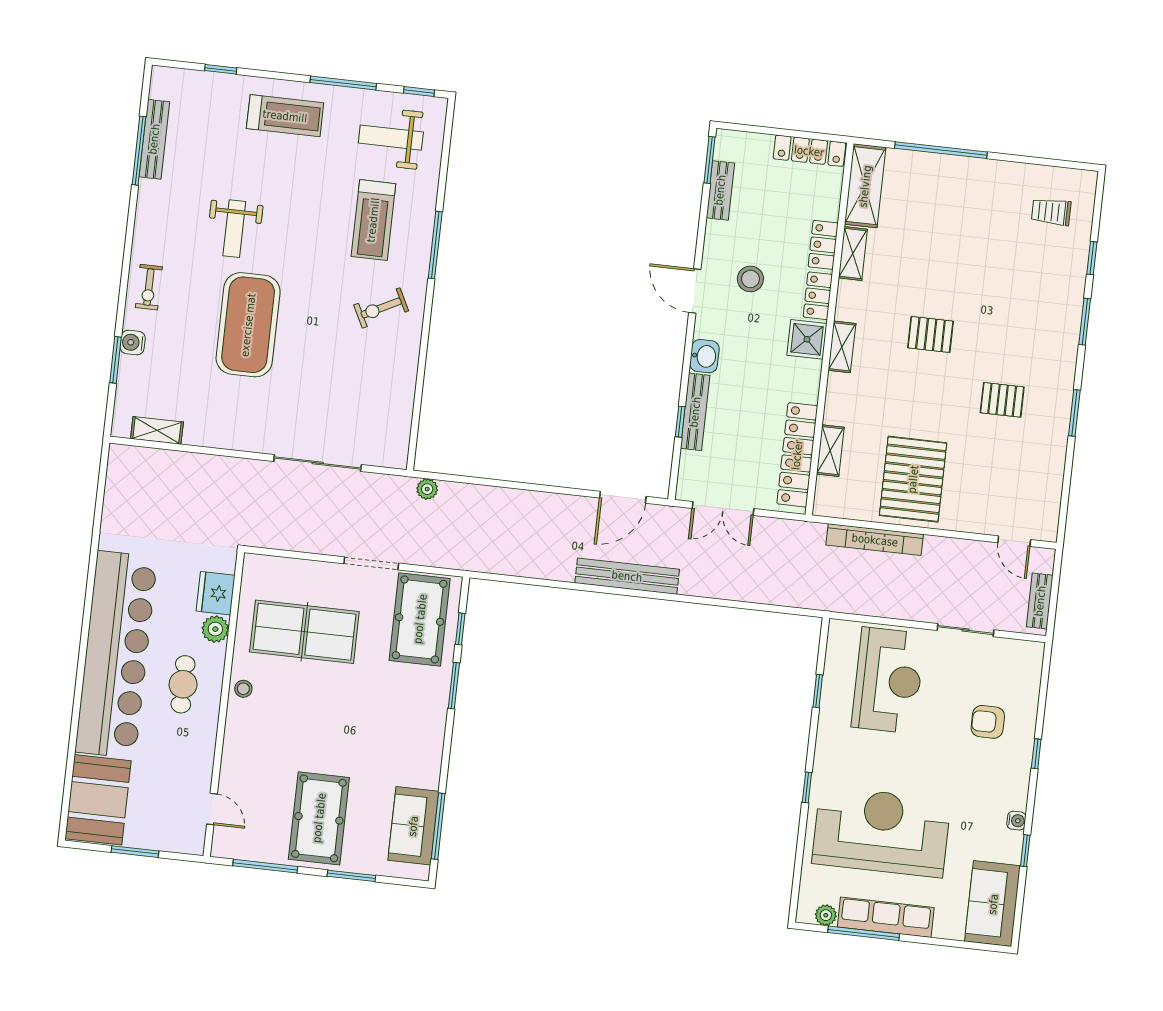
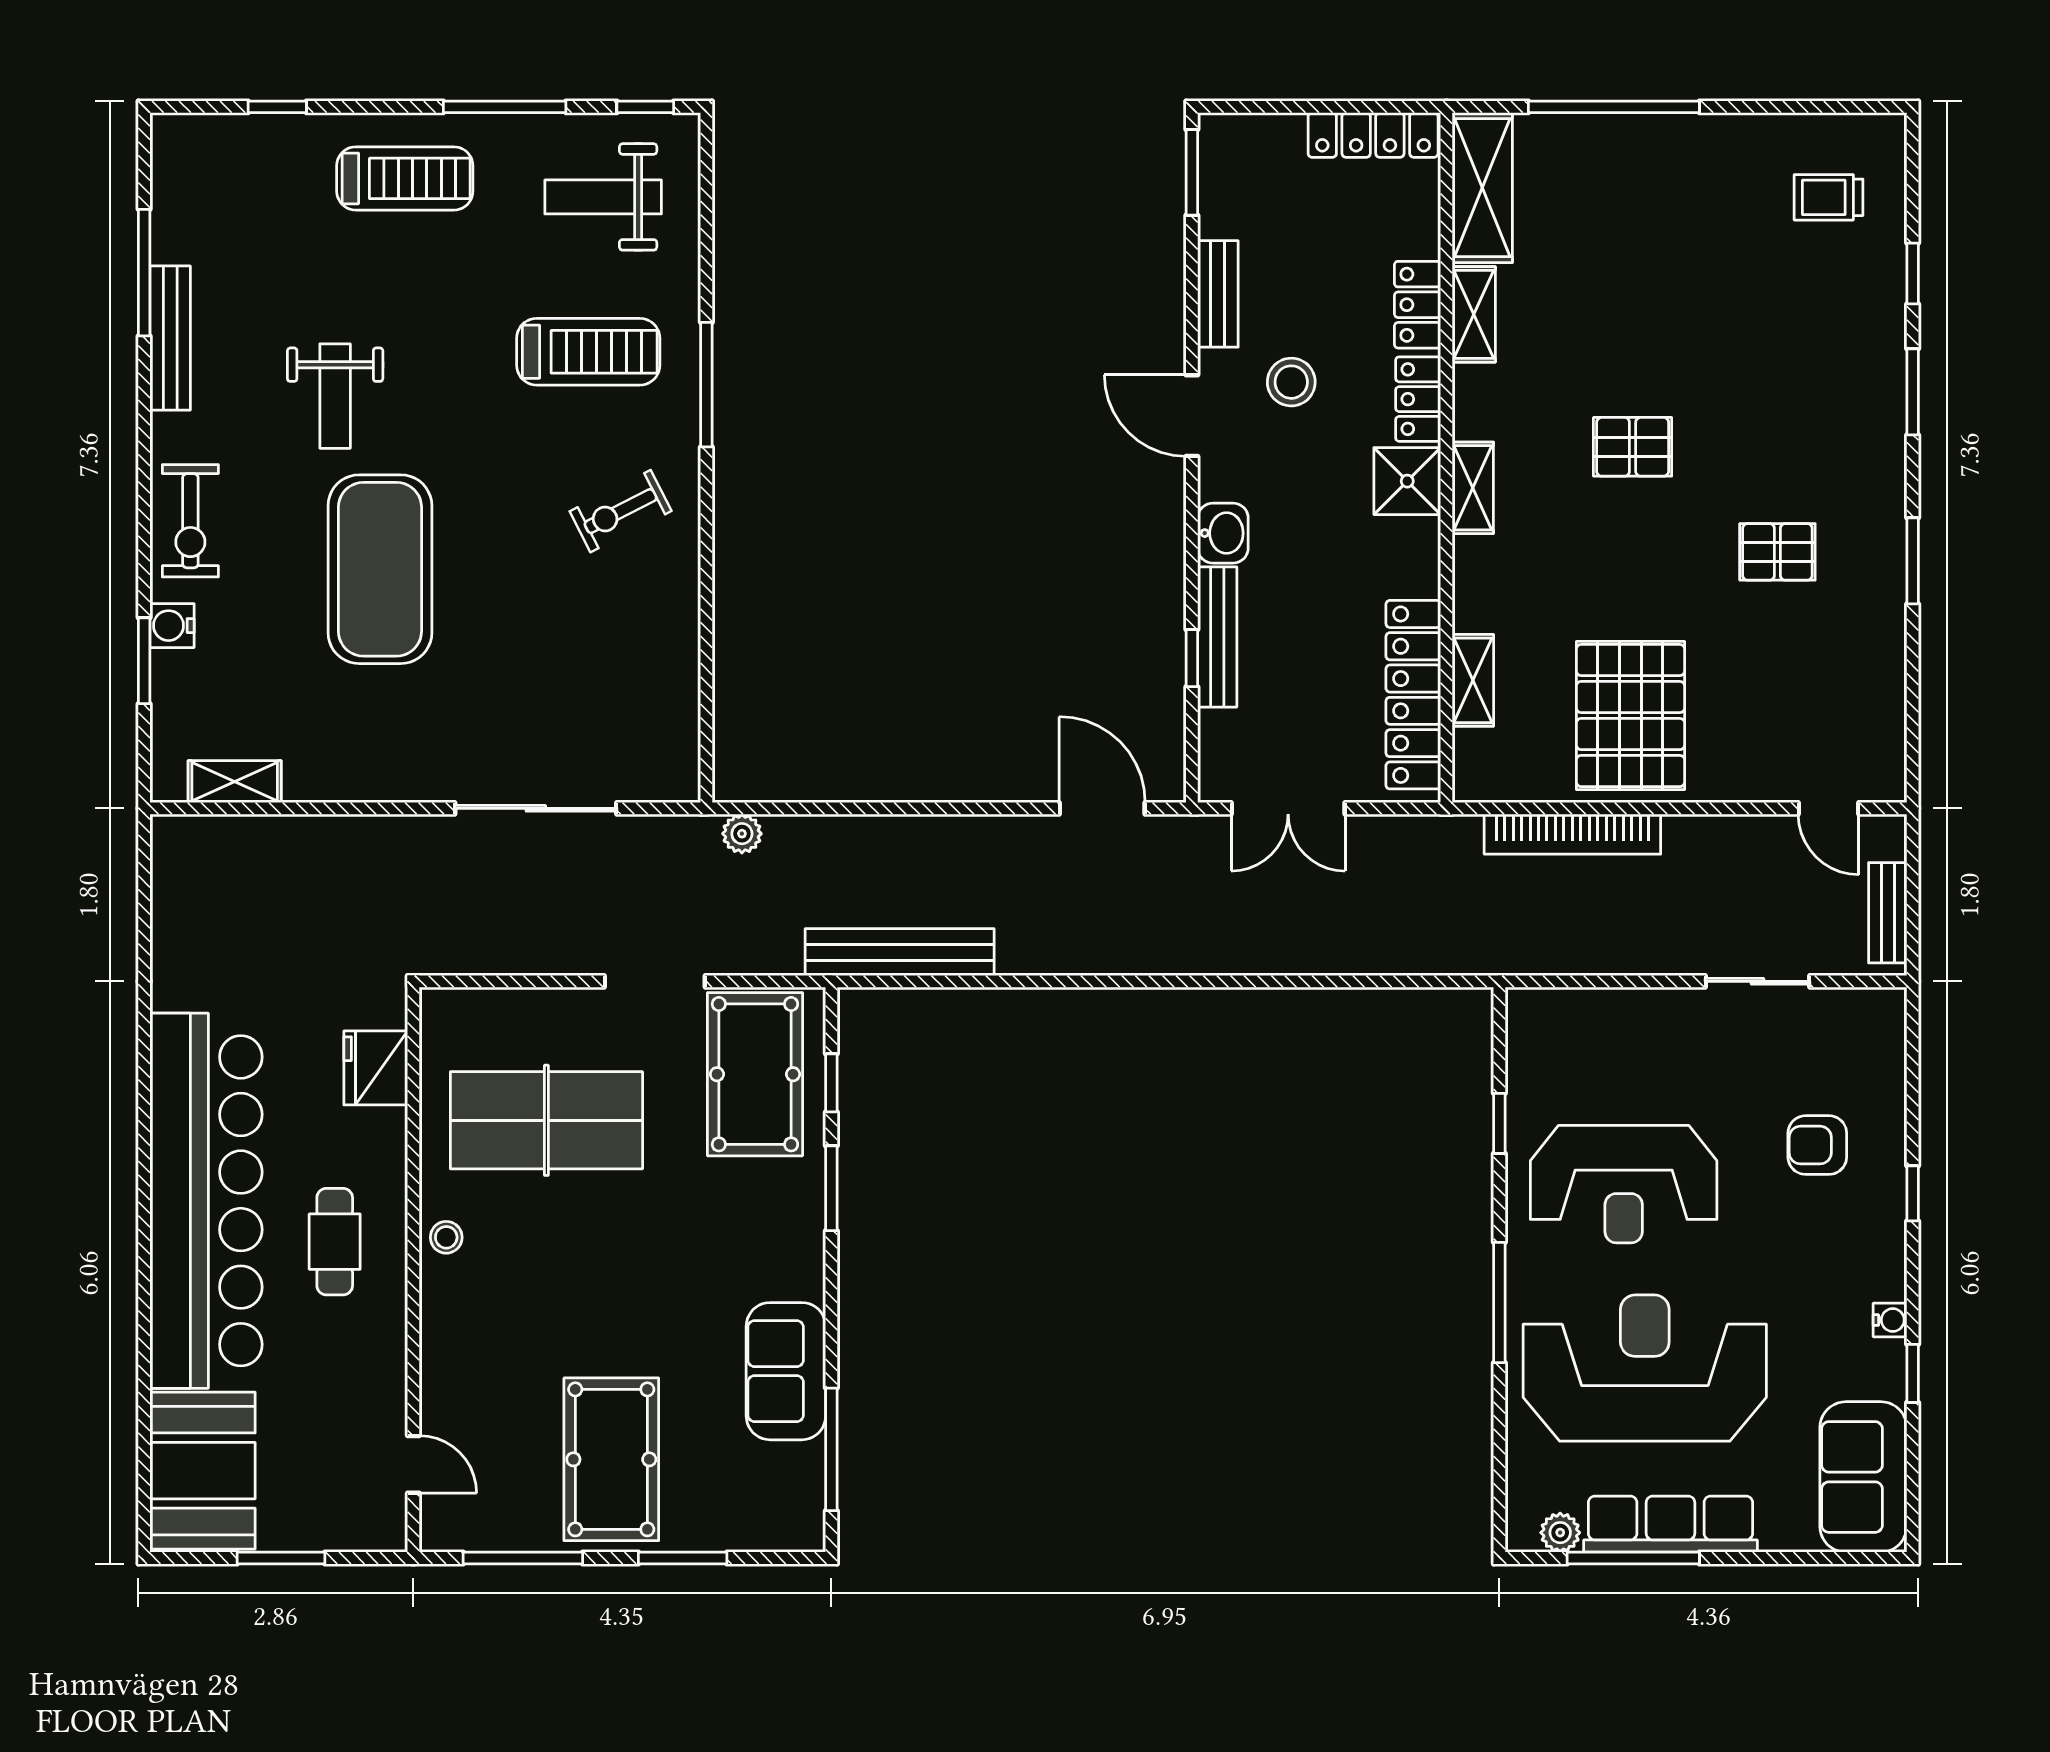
bench: (154, 139) -> (170, 338), moved
bench: (720, 190) -> (1218, 294), moved
treadmill: (373, 220) -> (588, 352), turned -90
exercise bike: (149, 287) -> (190, 521), width x1.38, depth x1.39
door: (623, 497) -> (1102, 808), swing flipped
bench: (627, 576) -> (900, 952), moved
plant: (215, 629) -> (383, 1134), removed
reception desk: (888, 680) -> (1624, 1184), moved, turned 90
window: (807, 787) -> (1499, 1302), width x2.17
sofa: (413, 826) -> (786, 1371), moved

